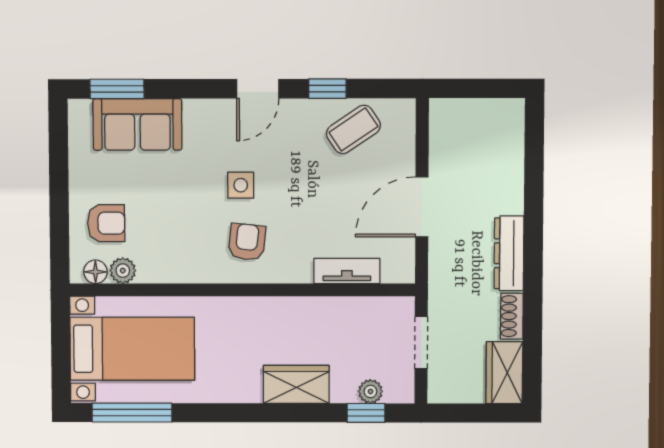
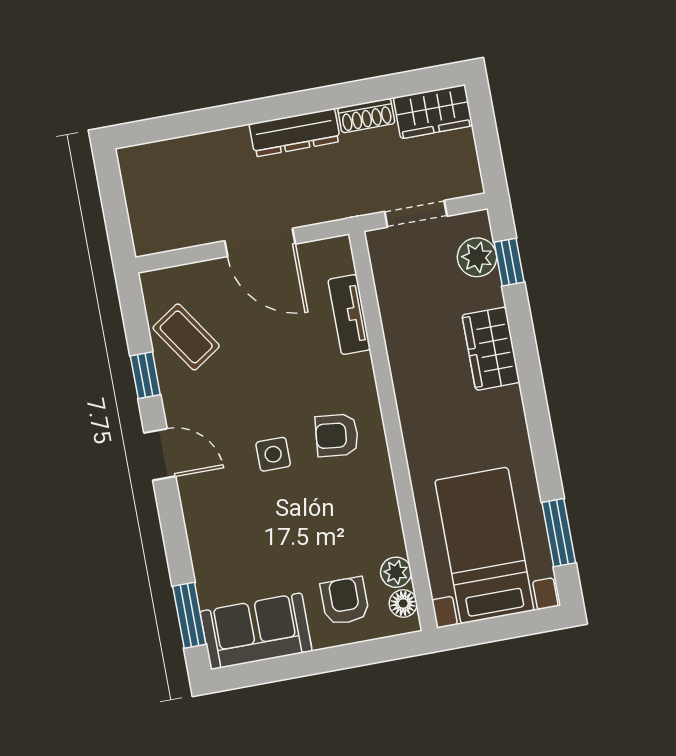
sofa: (137, 124) -> (256, 631), moved, turned -90
plant: (370, 391) -> (477, 257), width x1.38, depth x1.38
window: (132, 413) -> (559, 533), width x0.69

